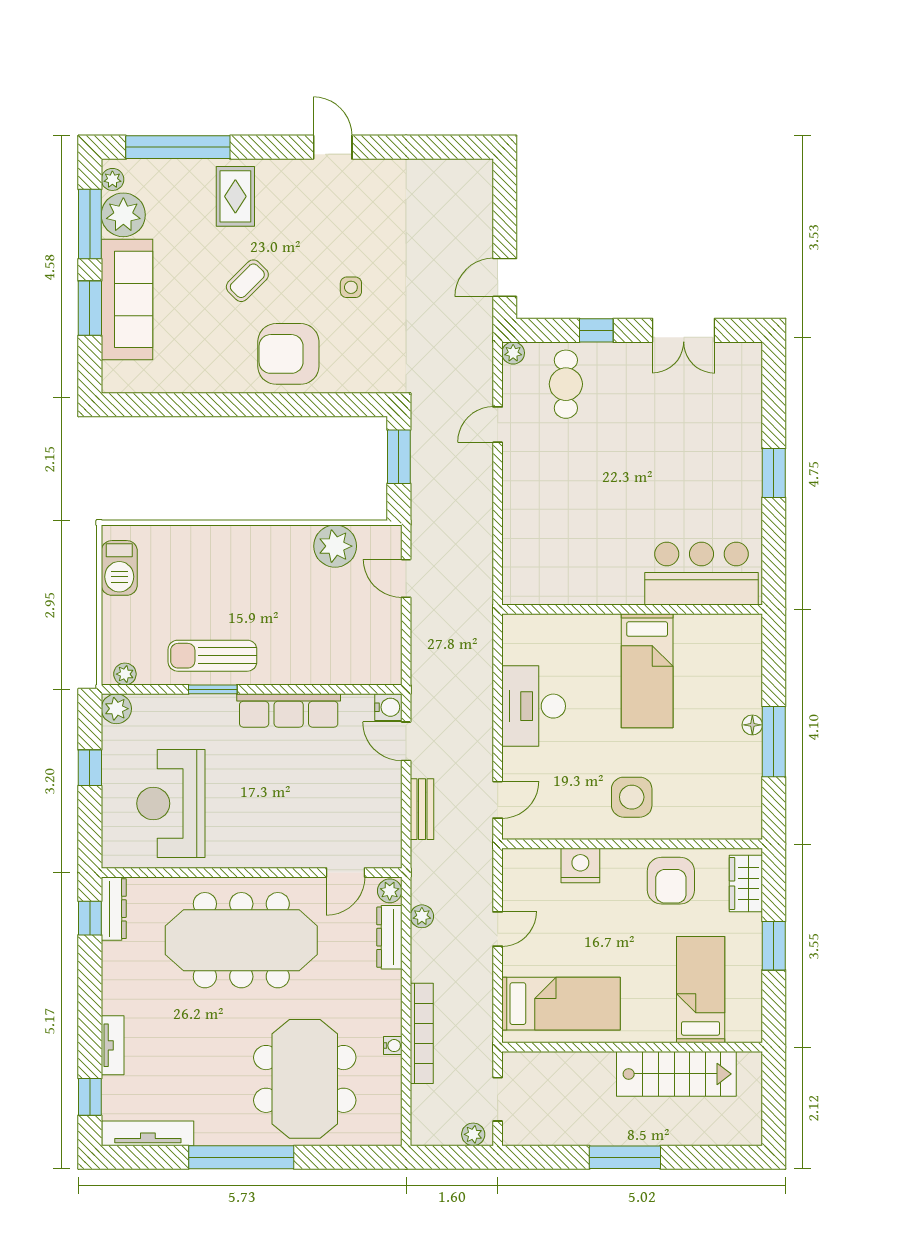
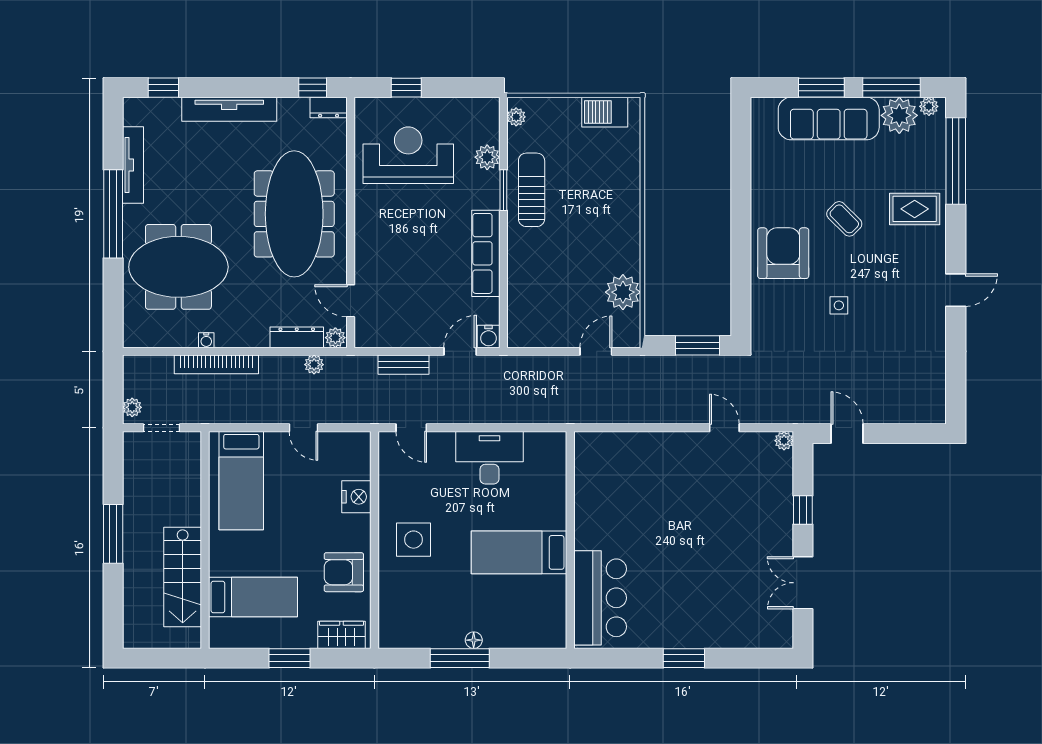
cafe table: (566, 384) -> (758, 485), removed
plant: (116, 709) -> (487, 157), moved
window: (90, 768) -> (406, 88), moved
dresser: (114, 909) -> (329, 107), width x0.70
tv unit: (113, 1045) -> (229, 109), width x1.92, depth x1.29
tv unit: (148, 1133) -> (133, 165), moved

